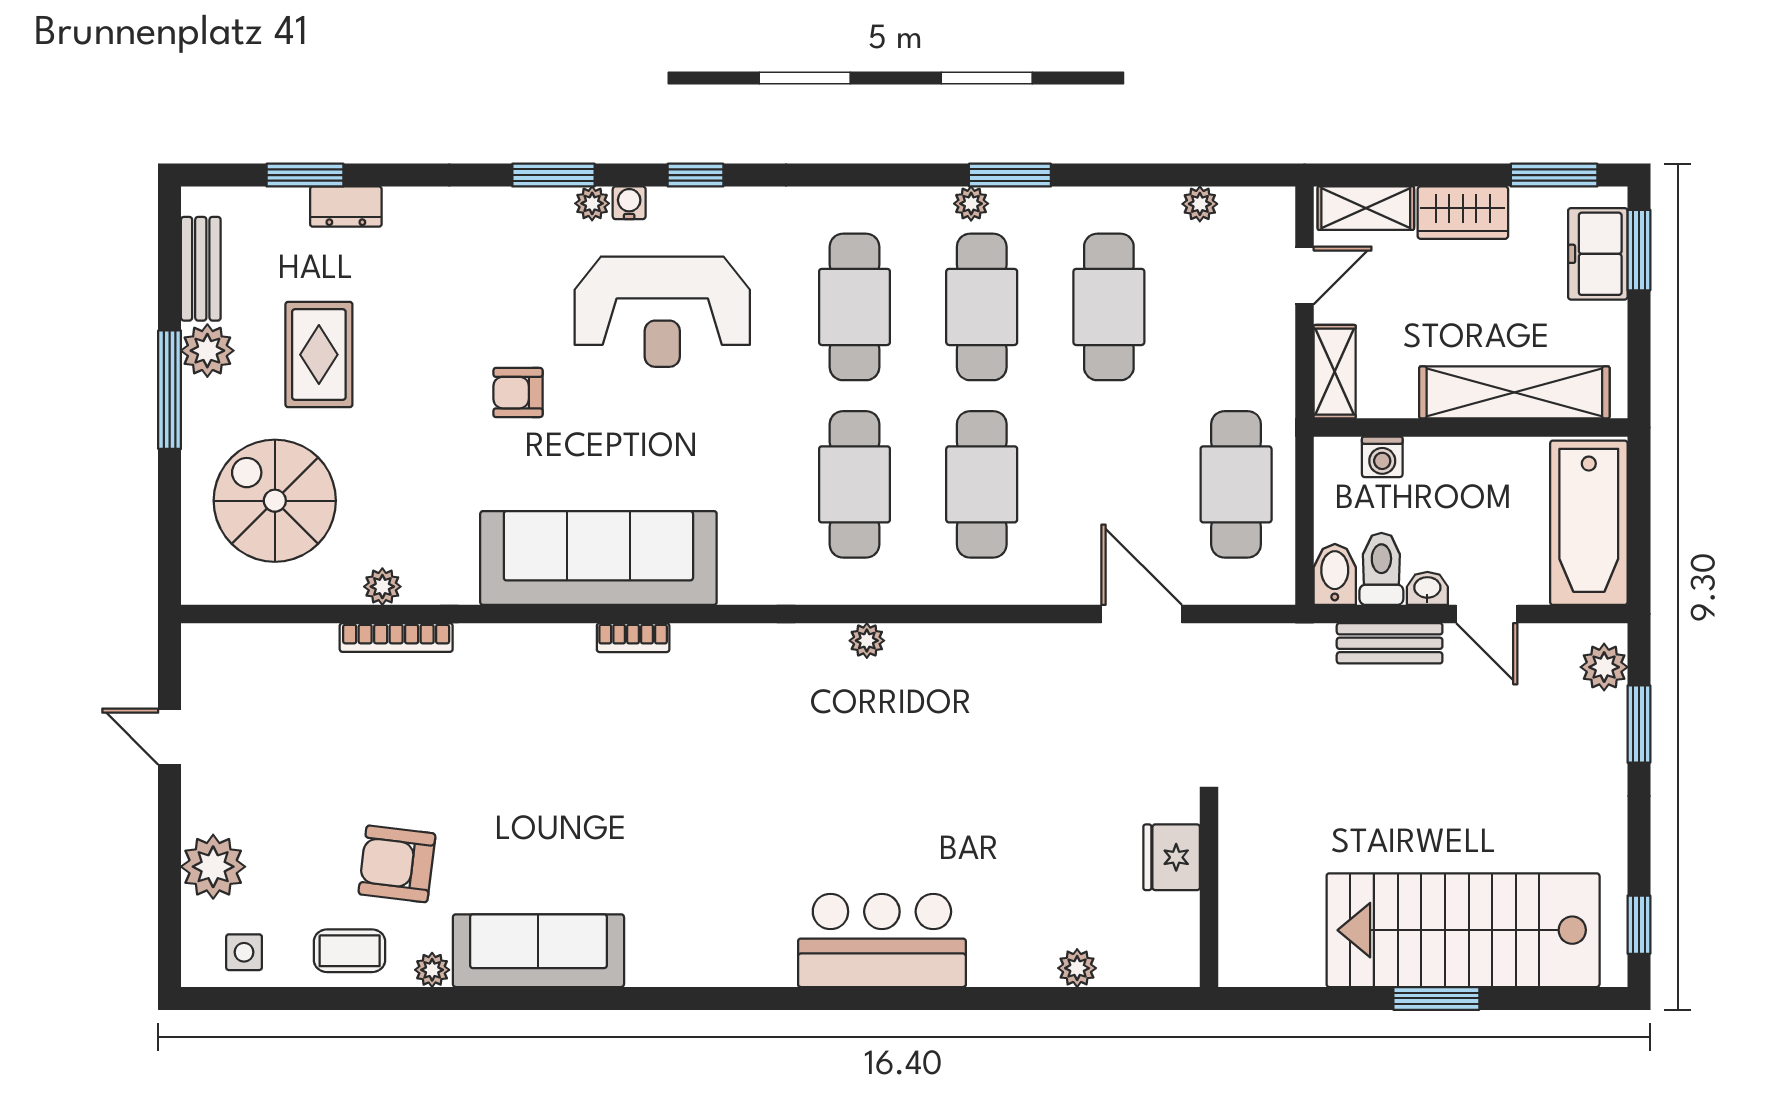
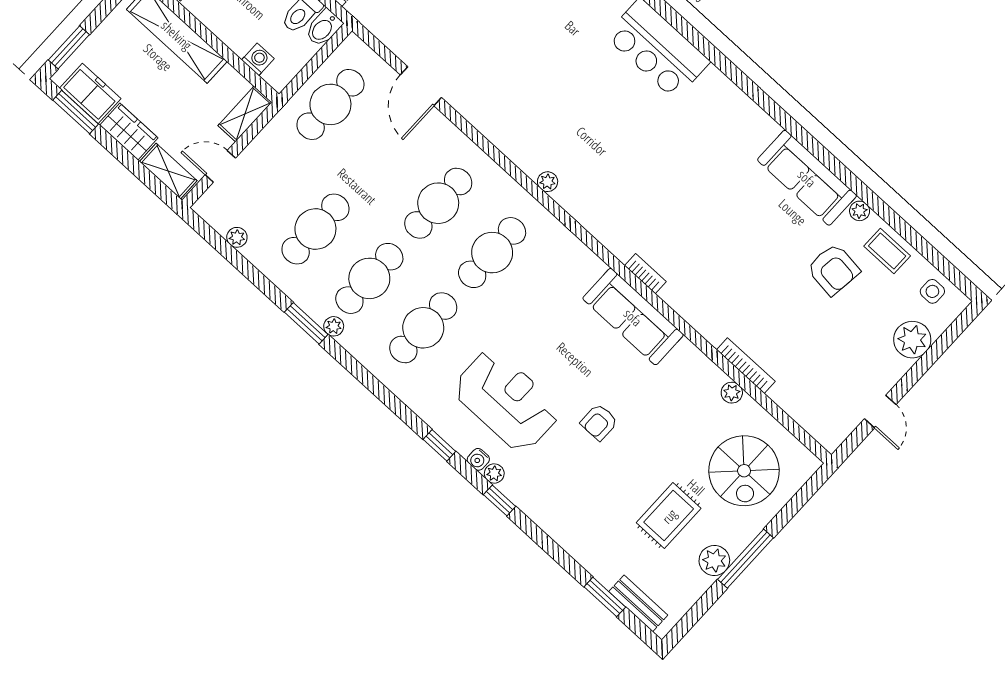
window: (554, 175) -> (500, 500), width x0.67
dresser: (346, 207) -> (600, 568), removed
freezer: (1598, 254) -> (90, 93), moved, turned -90
bench: (201, 269) -> (638, 603), moved, turned 90
armchair: (518, 393) -> (599, 422), turned 90
sofa: (598, 558) -> (633, 317), width x0.74, depth x0.79

